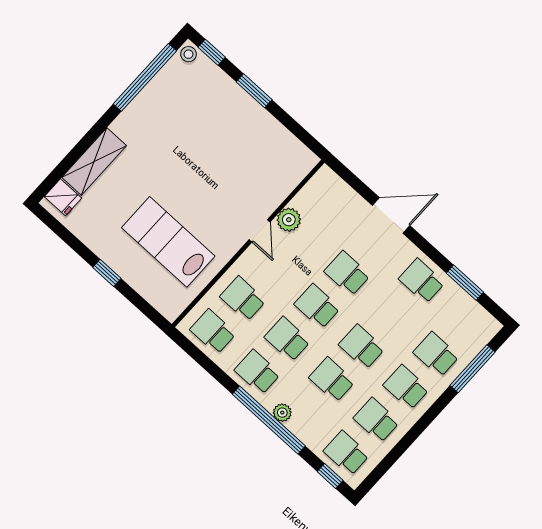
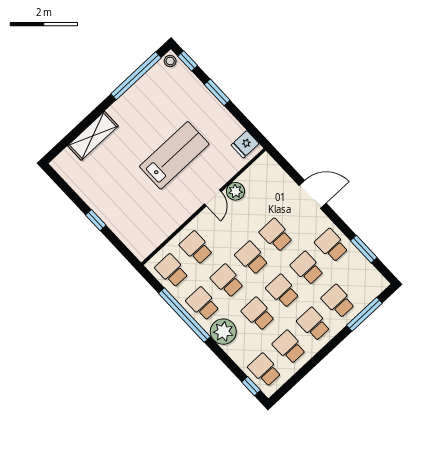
fridge: (63, 197) -> (245, 144), moved, turned 90
lab bench: (168, 242) -> (174, 155), moved, turned 90
school desk: (392, 314) -> (307, 268), added
plant: (282, 413) -> (223, 332), width x1.88, depth x1.88
window: (269, 420) -> (184, 315), moved

